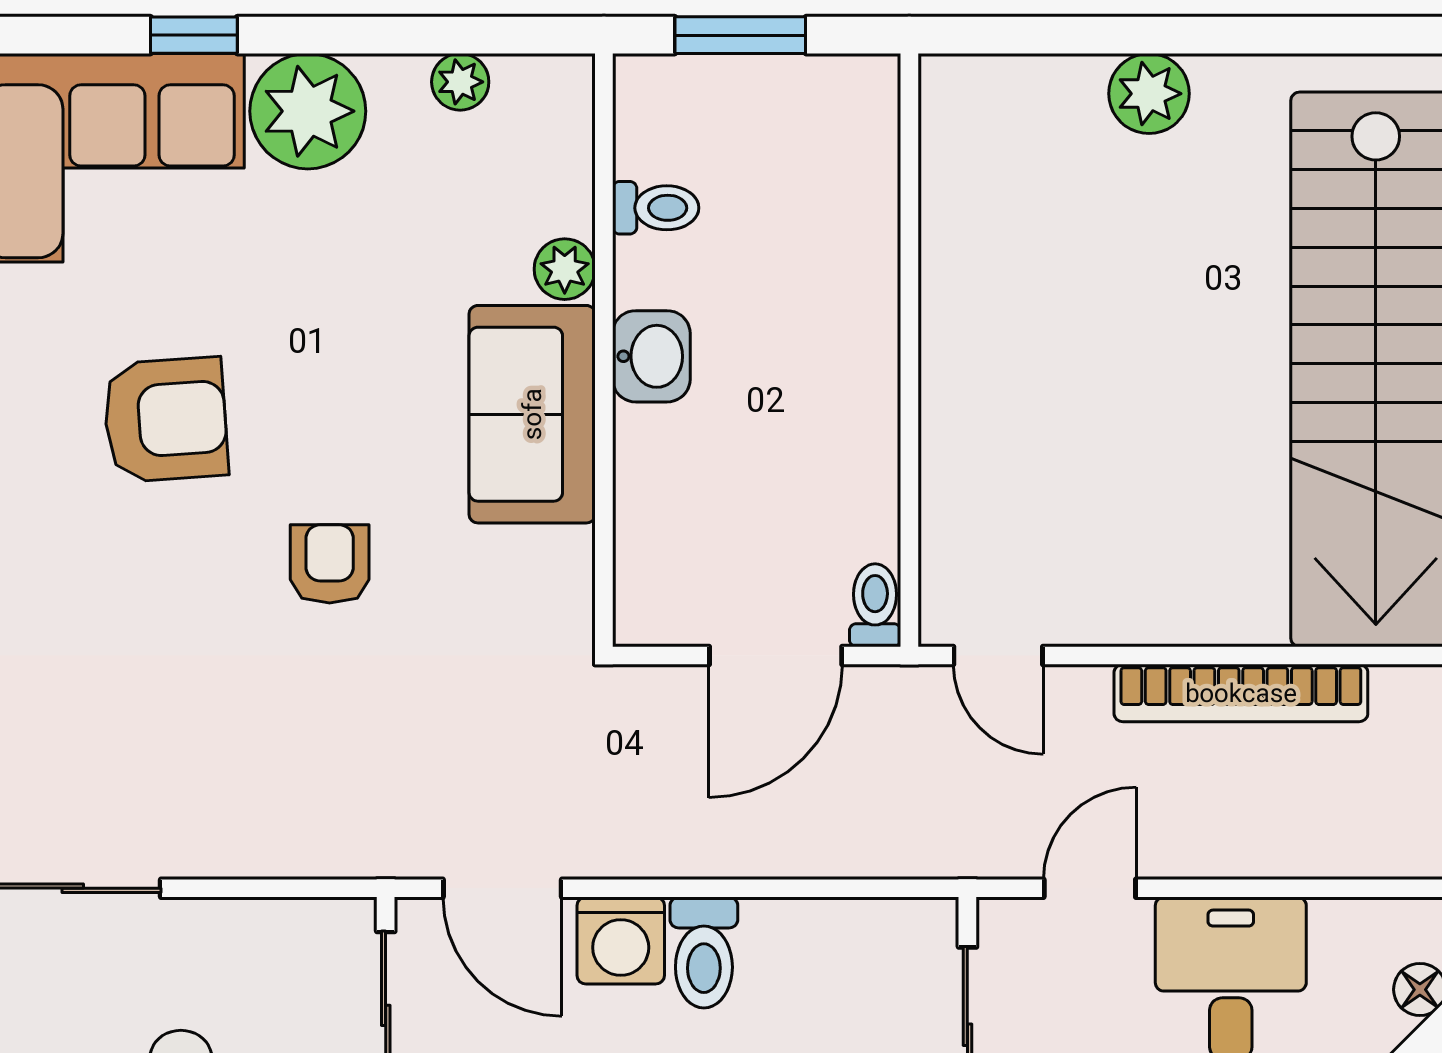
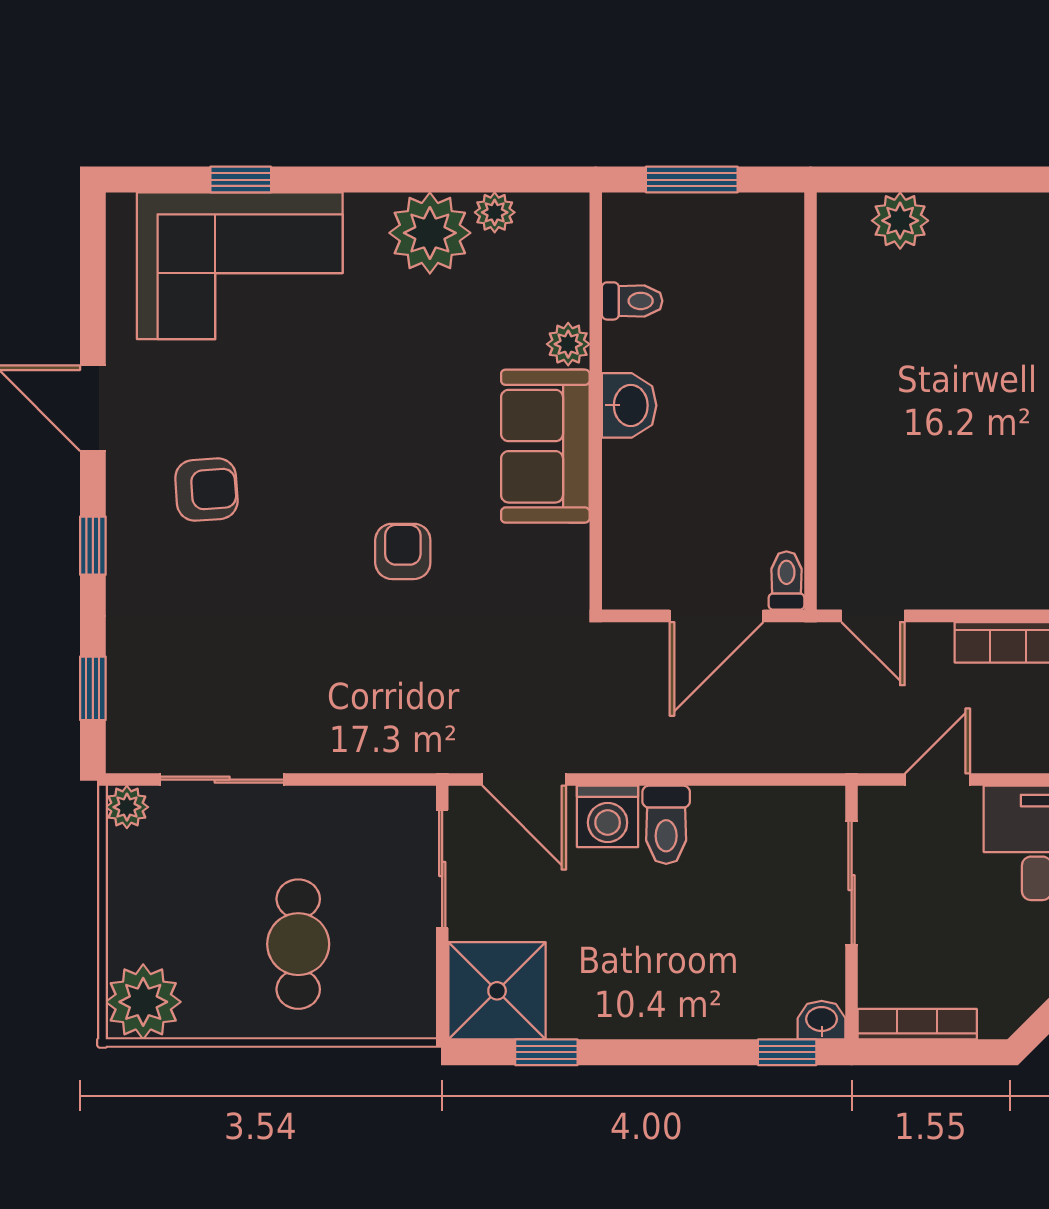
window: (194, 35) -> (241, 180), moved
plant: (1149, 94) -> (900, 221), moved
plant: (308, 111) -> (430, 233), moved
armchair: (165, 420) -> (206, 490), moved, width x0.72, depth x0.72

